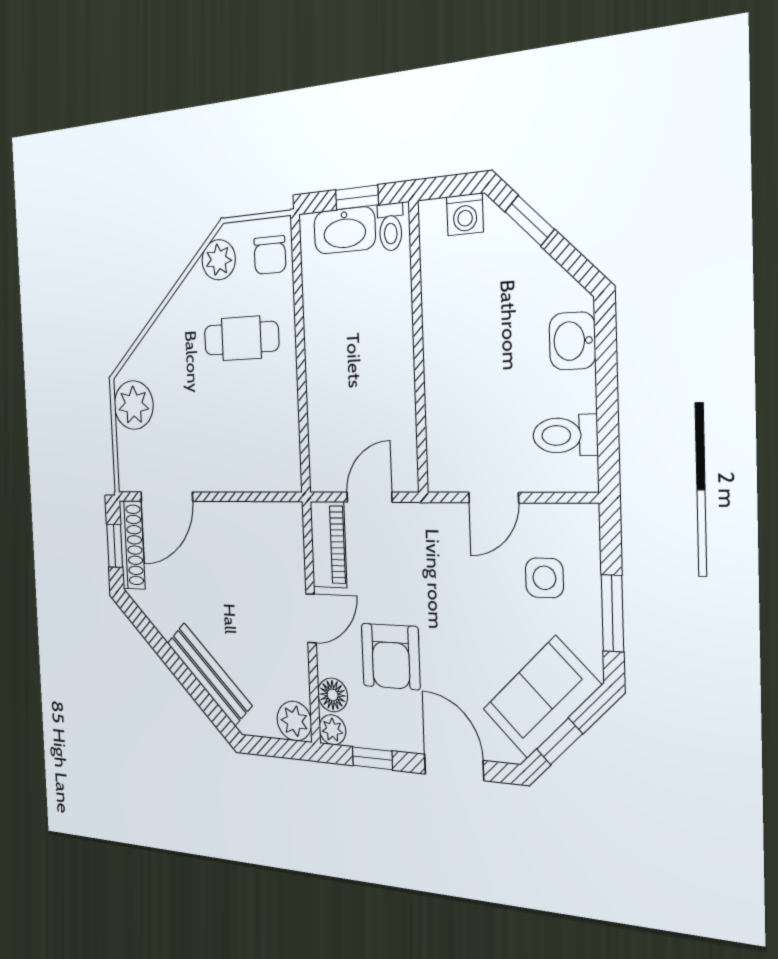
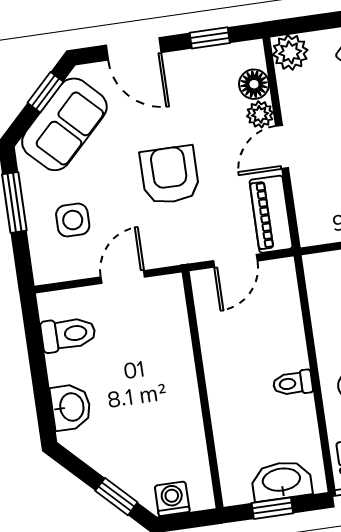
toilet: (391, 227) -> (293, 383), moved, turned -90
armchair: (391, 656) -> (170, 175), moved
plant: (332, 730) -> (260, 114), moved

